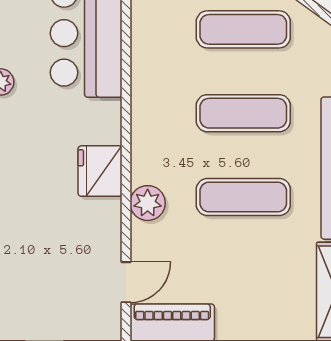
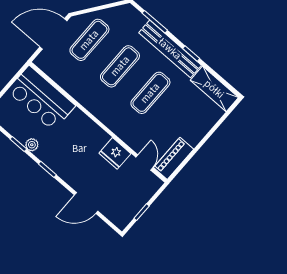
fridge: (100, 171) -> (115, 153), moved
plant: (148, 203) -> (122, 130), removed

